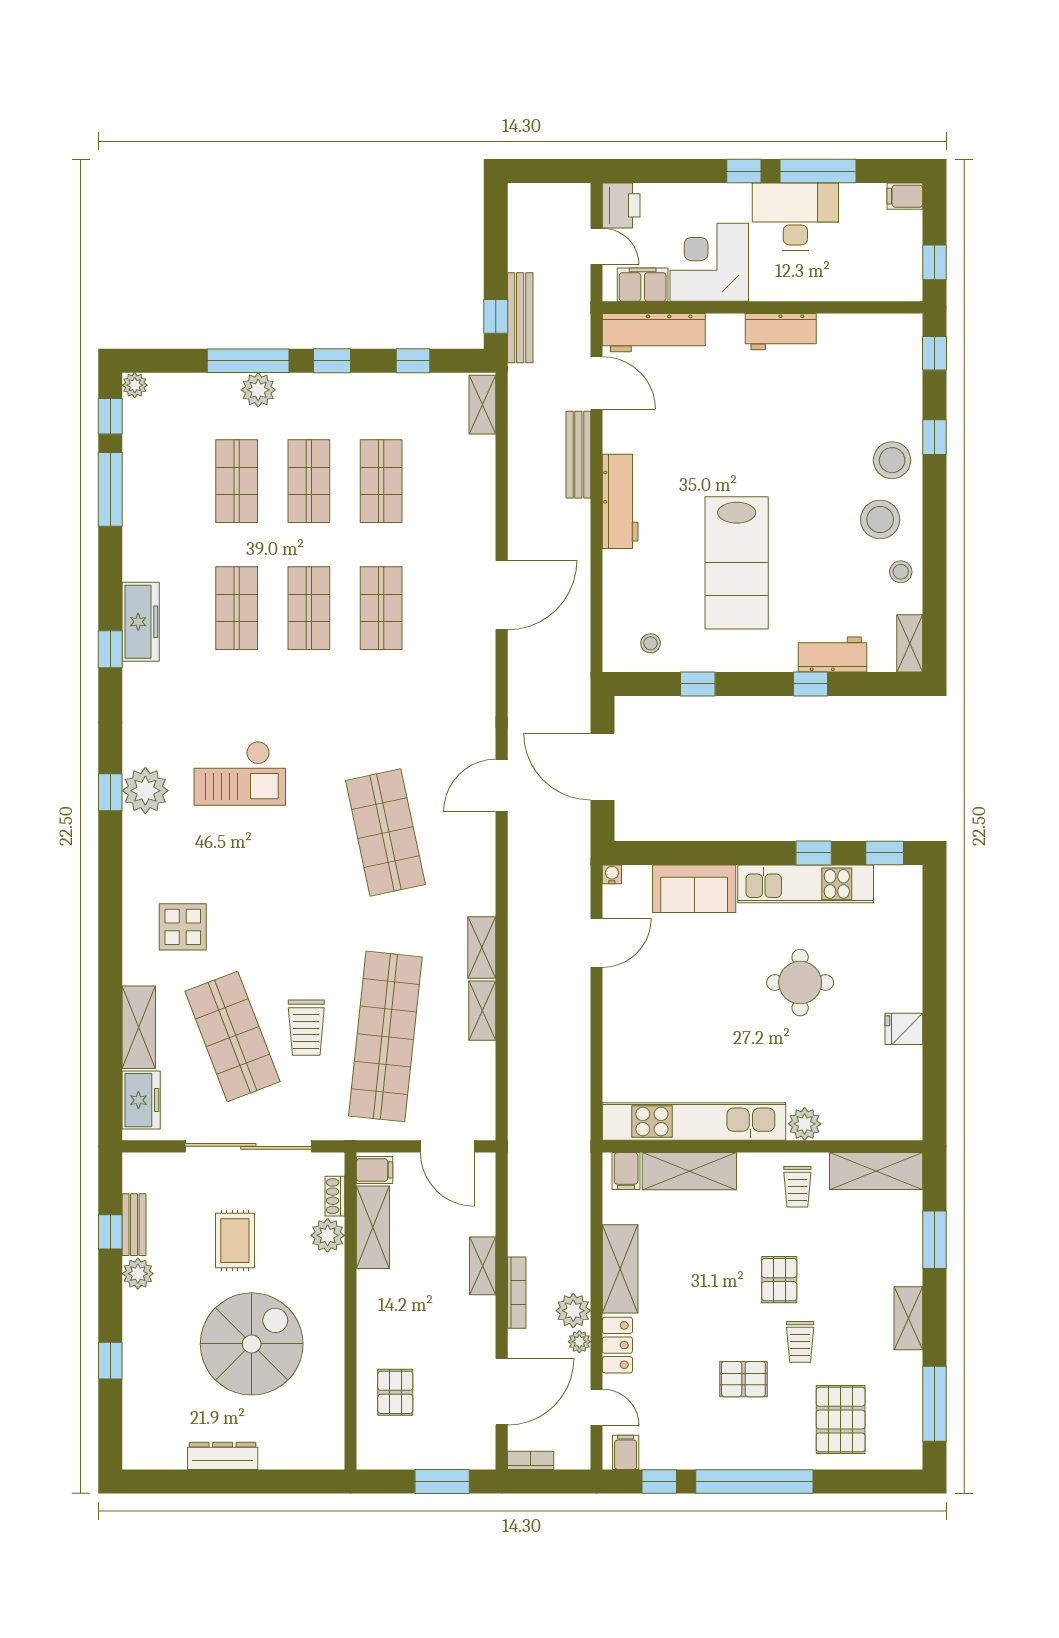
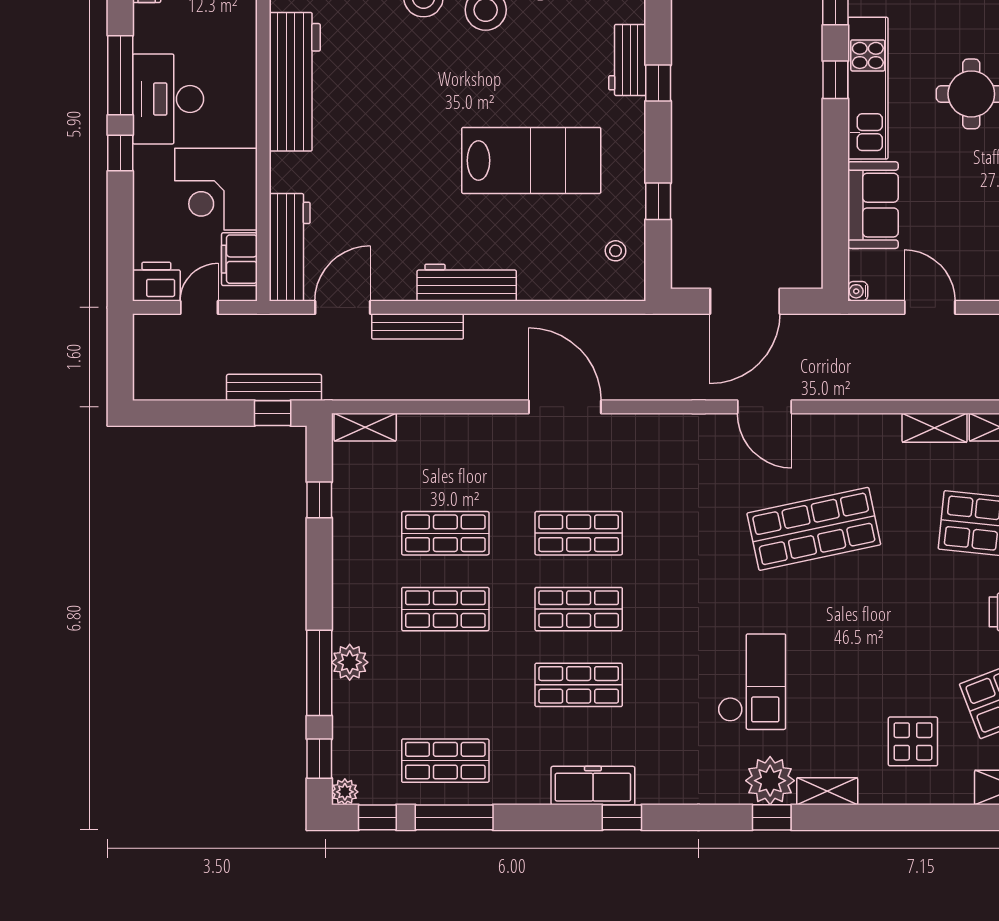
workbench: (781, 332) -> (295, 82), width x1.88, depth x1.32
window: (332, 361) -> (319, 759), moved
shop shelf: (237, 481) -> (445, 761), moved
shelving: (135, 845) -> (827, 791), added

